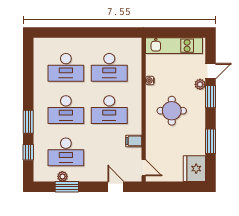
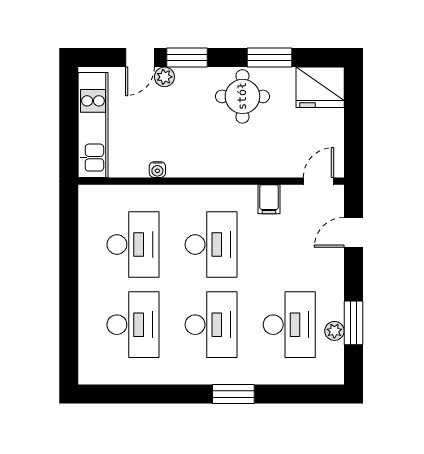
door: (211, 71) -> (140, 58), swing flipped
round table: (172, 111) -> (242, 96), moved
window: (28, 152) -> (290, 394), removed

